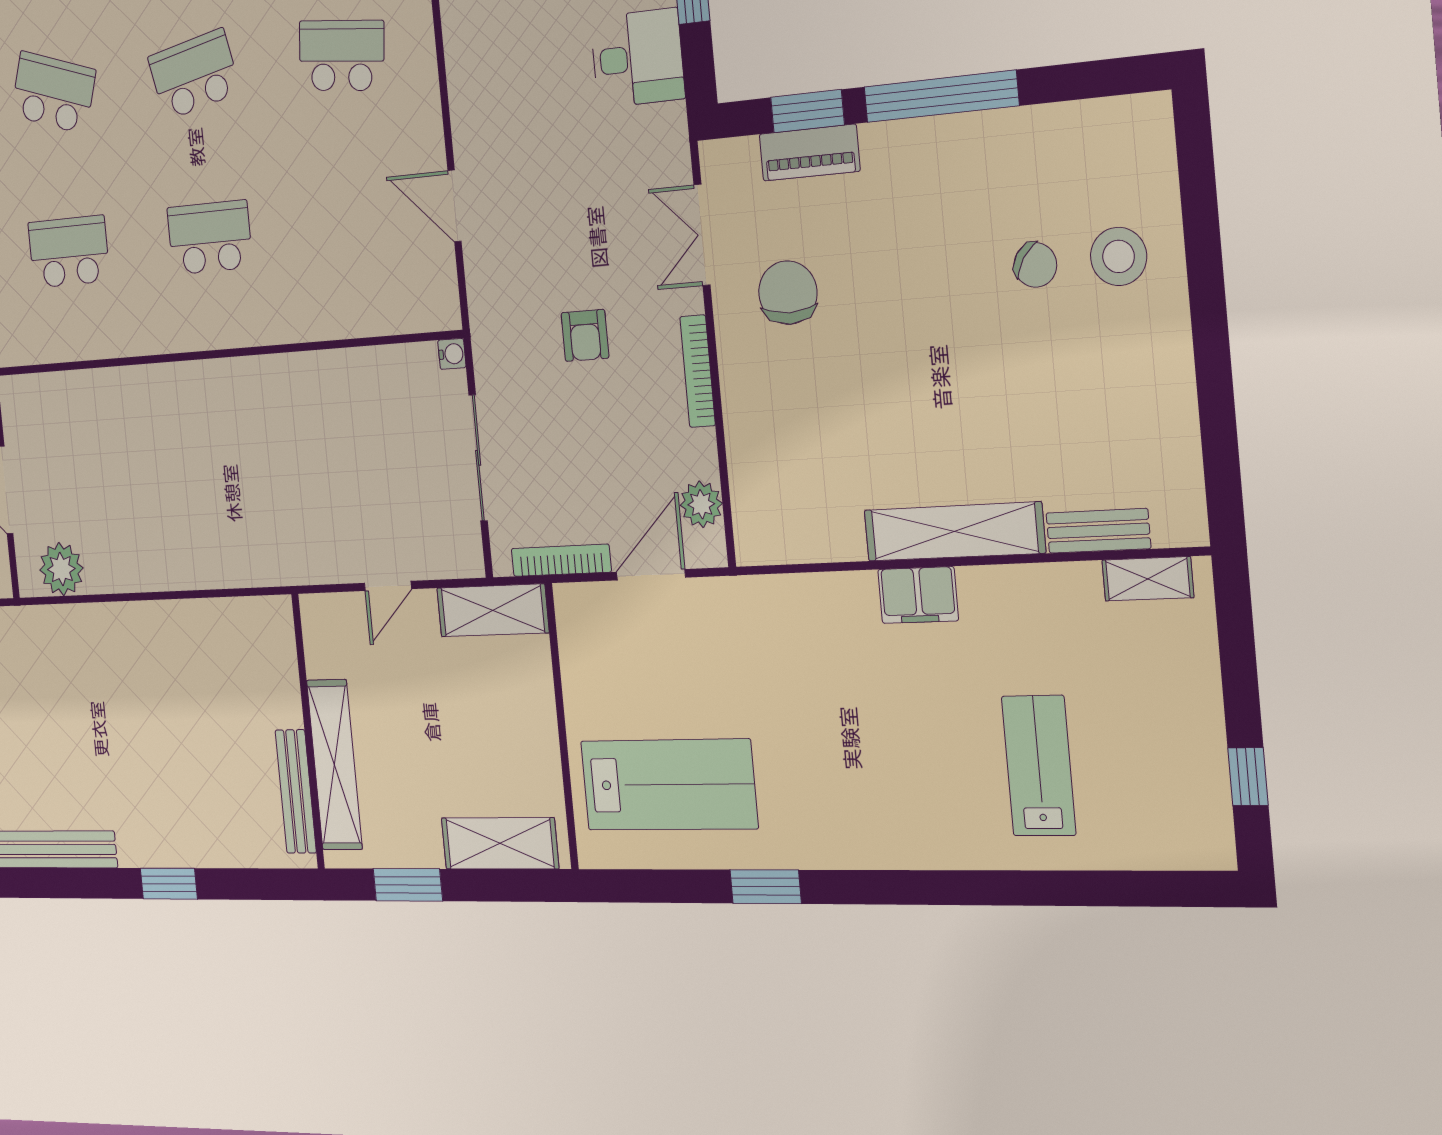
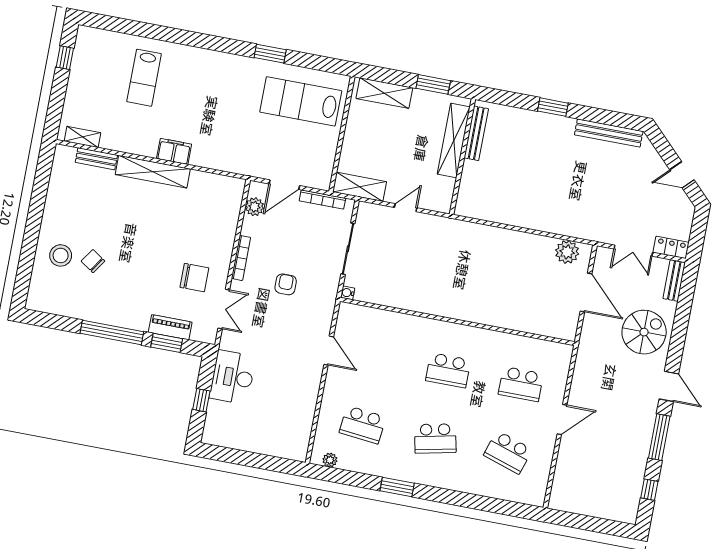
desk: (637, 58) -> (233, 377), width x1.37
chair: (788, 293) -> (194, 278), turned -90

